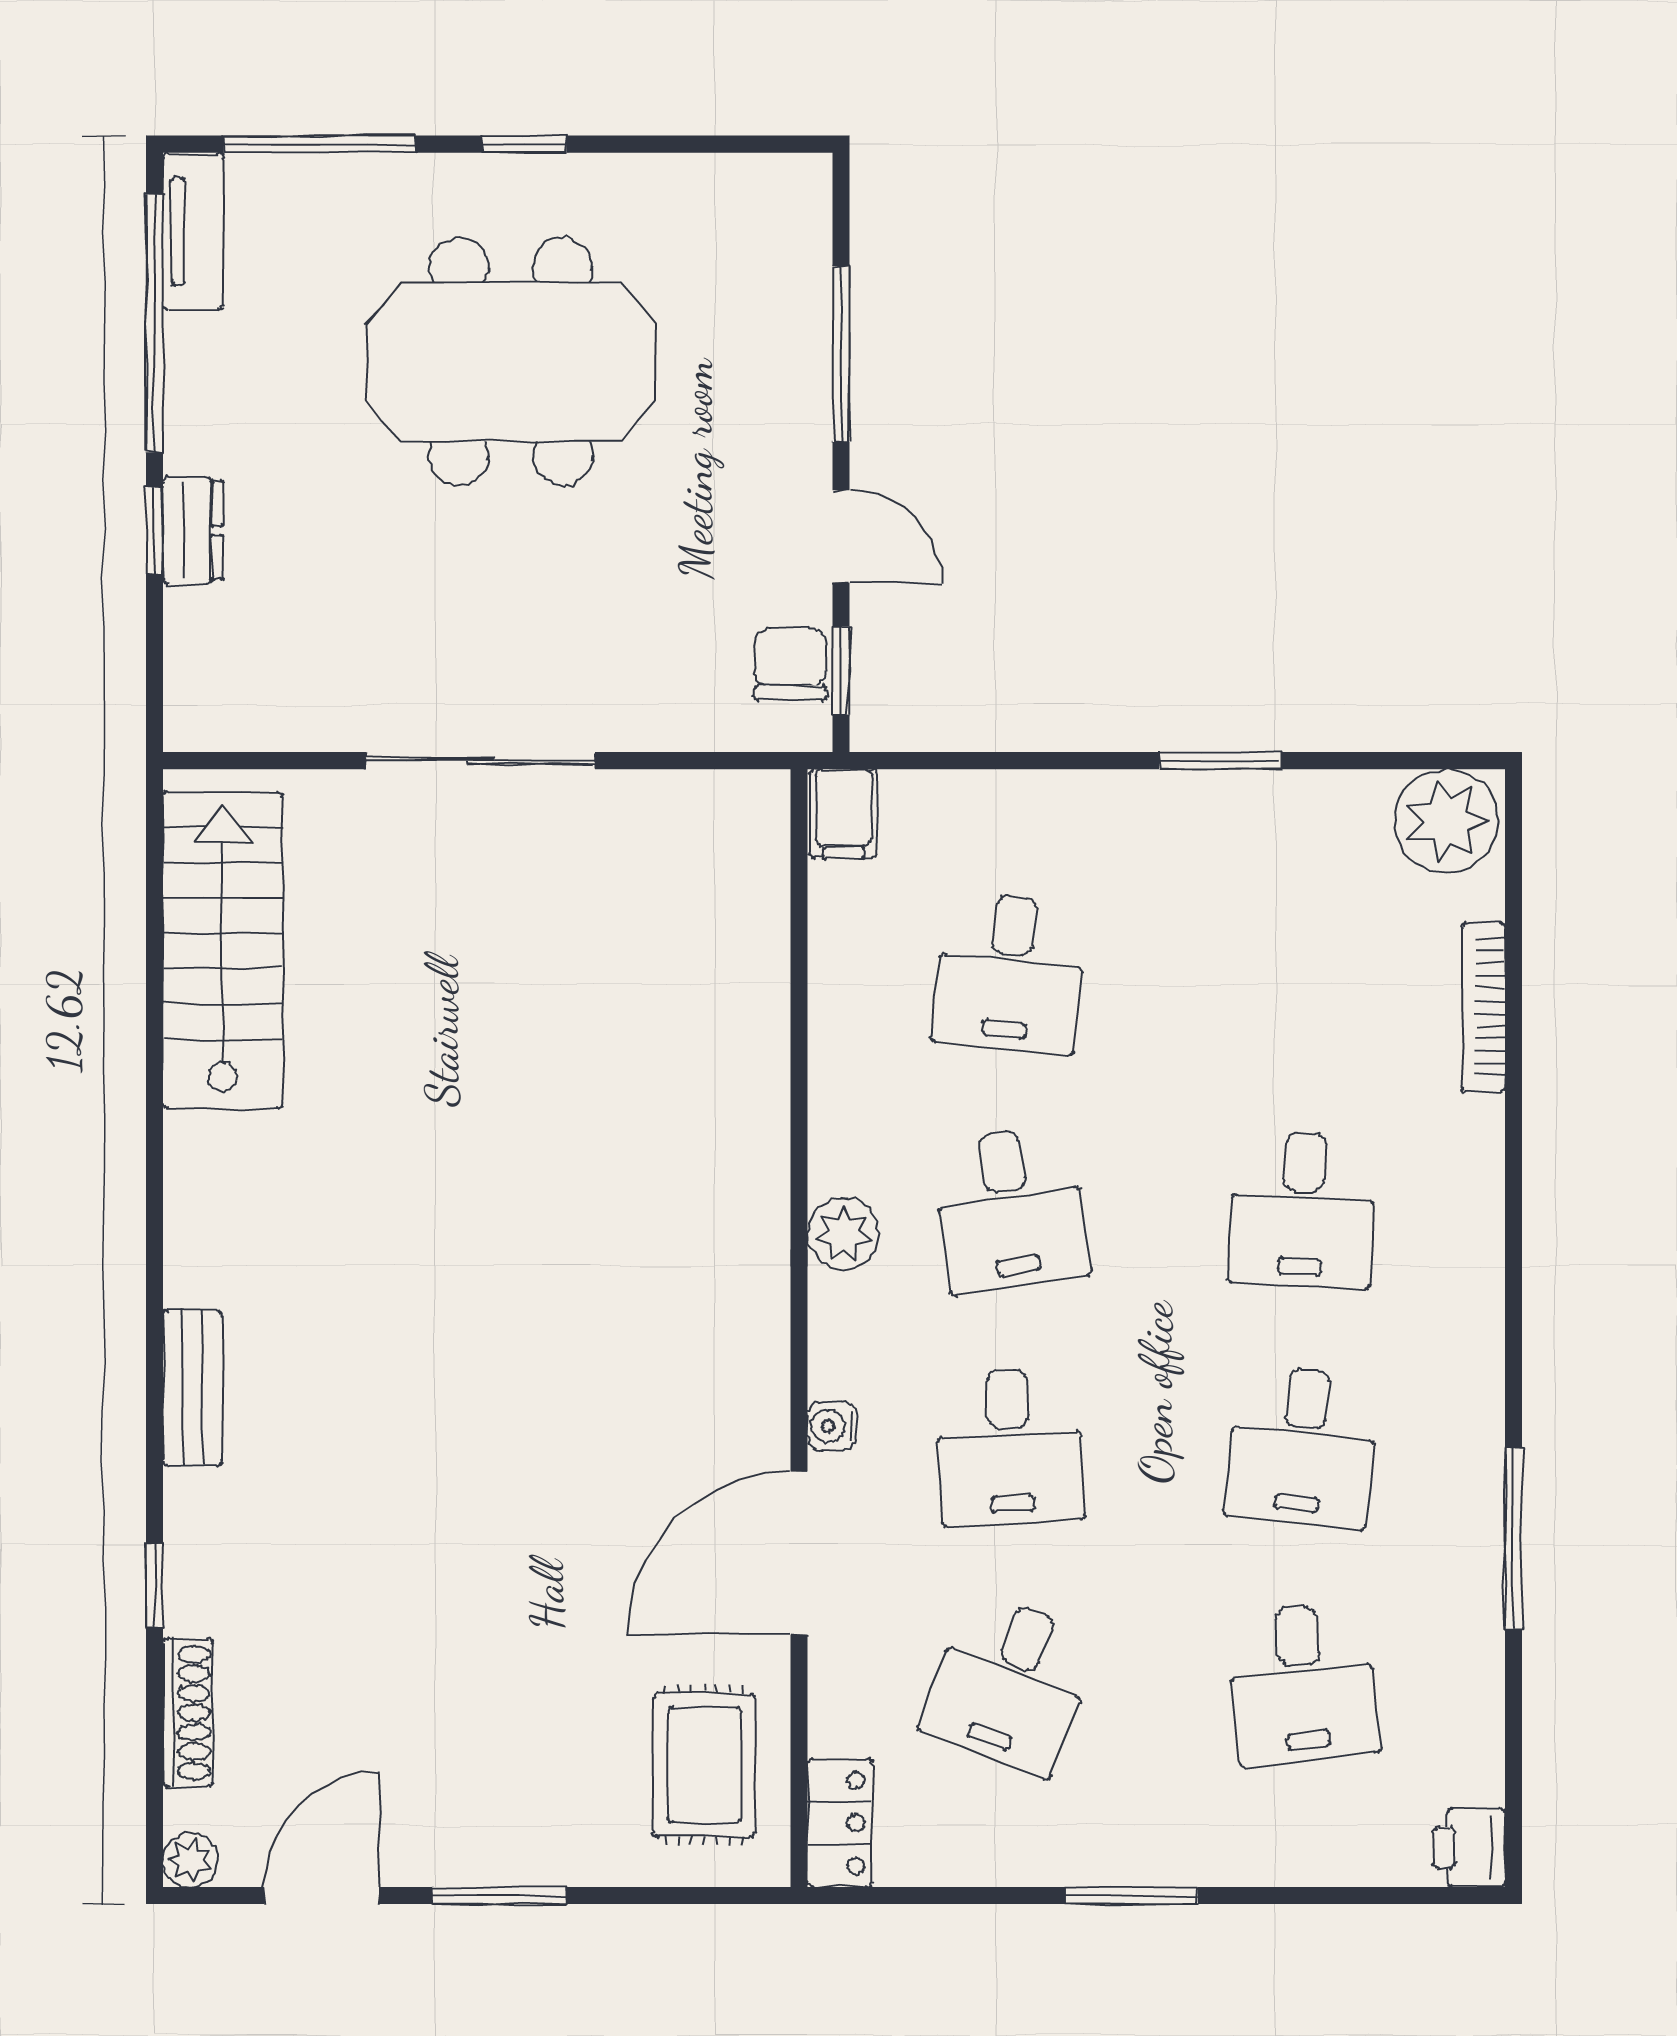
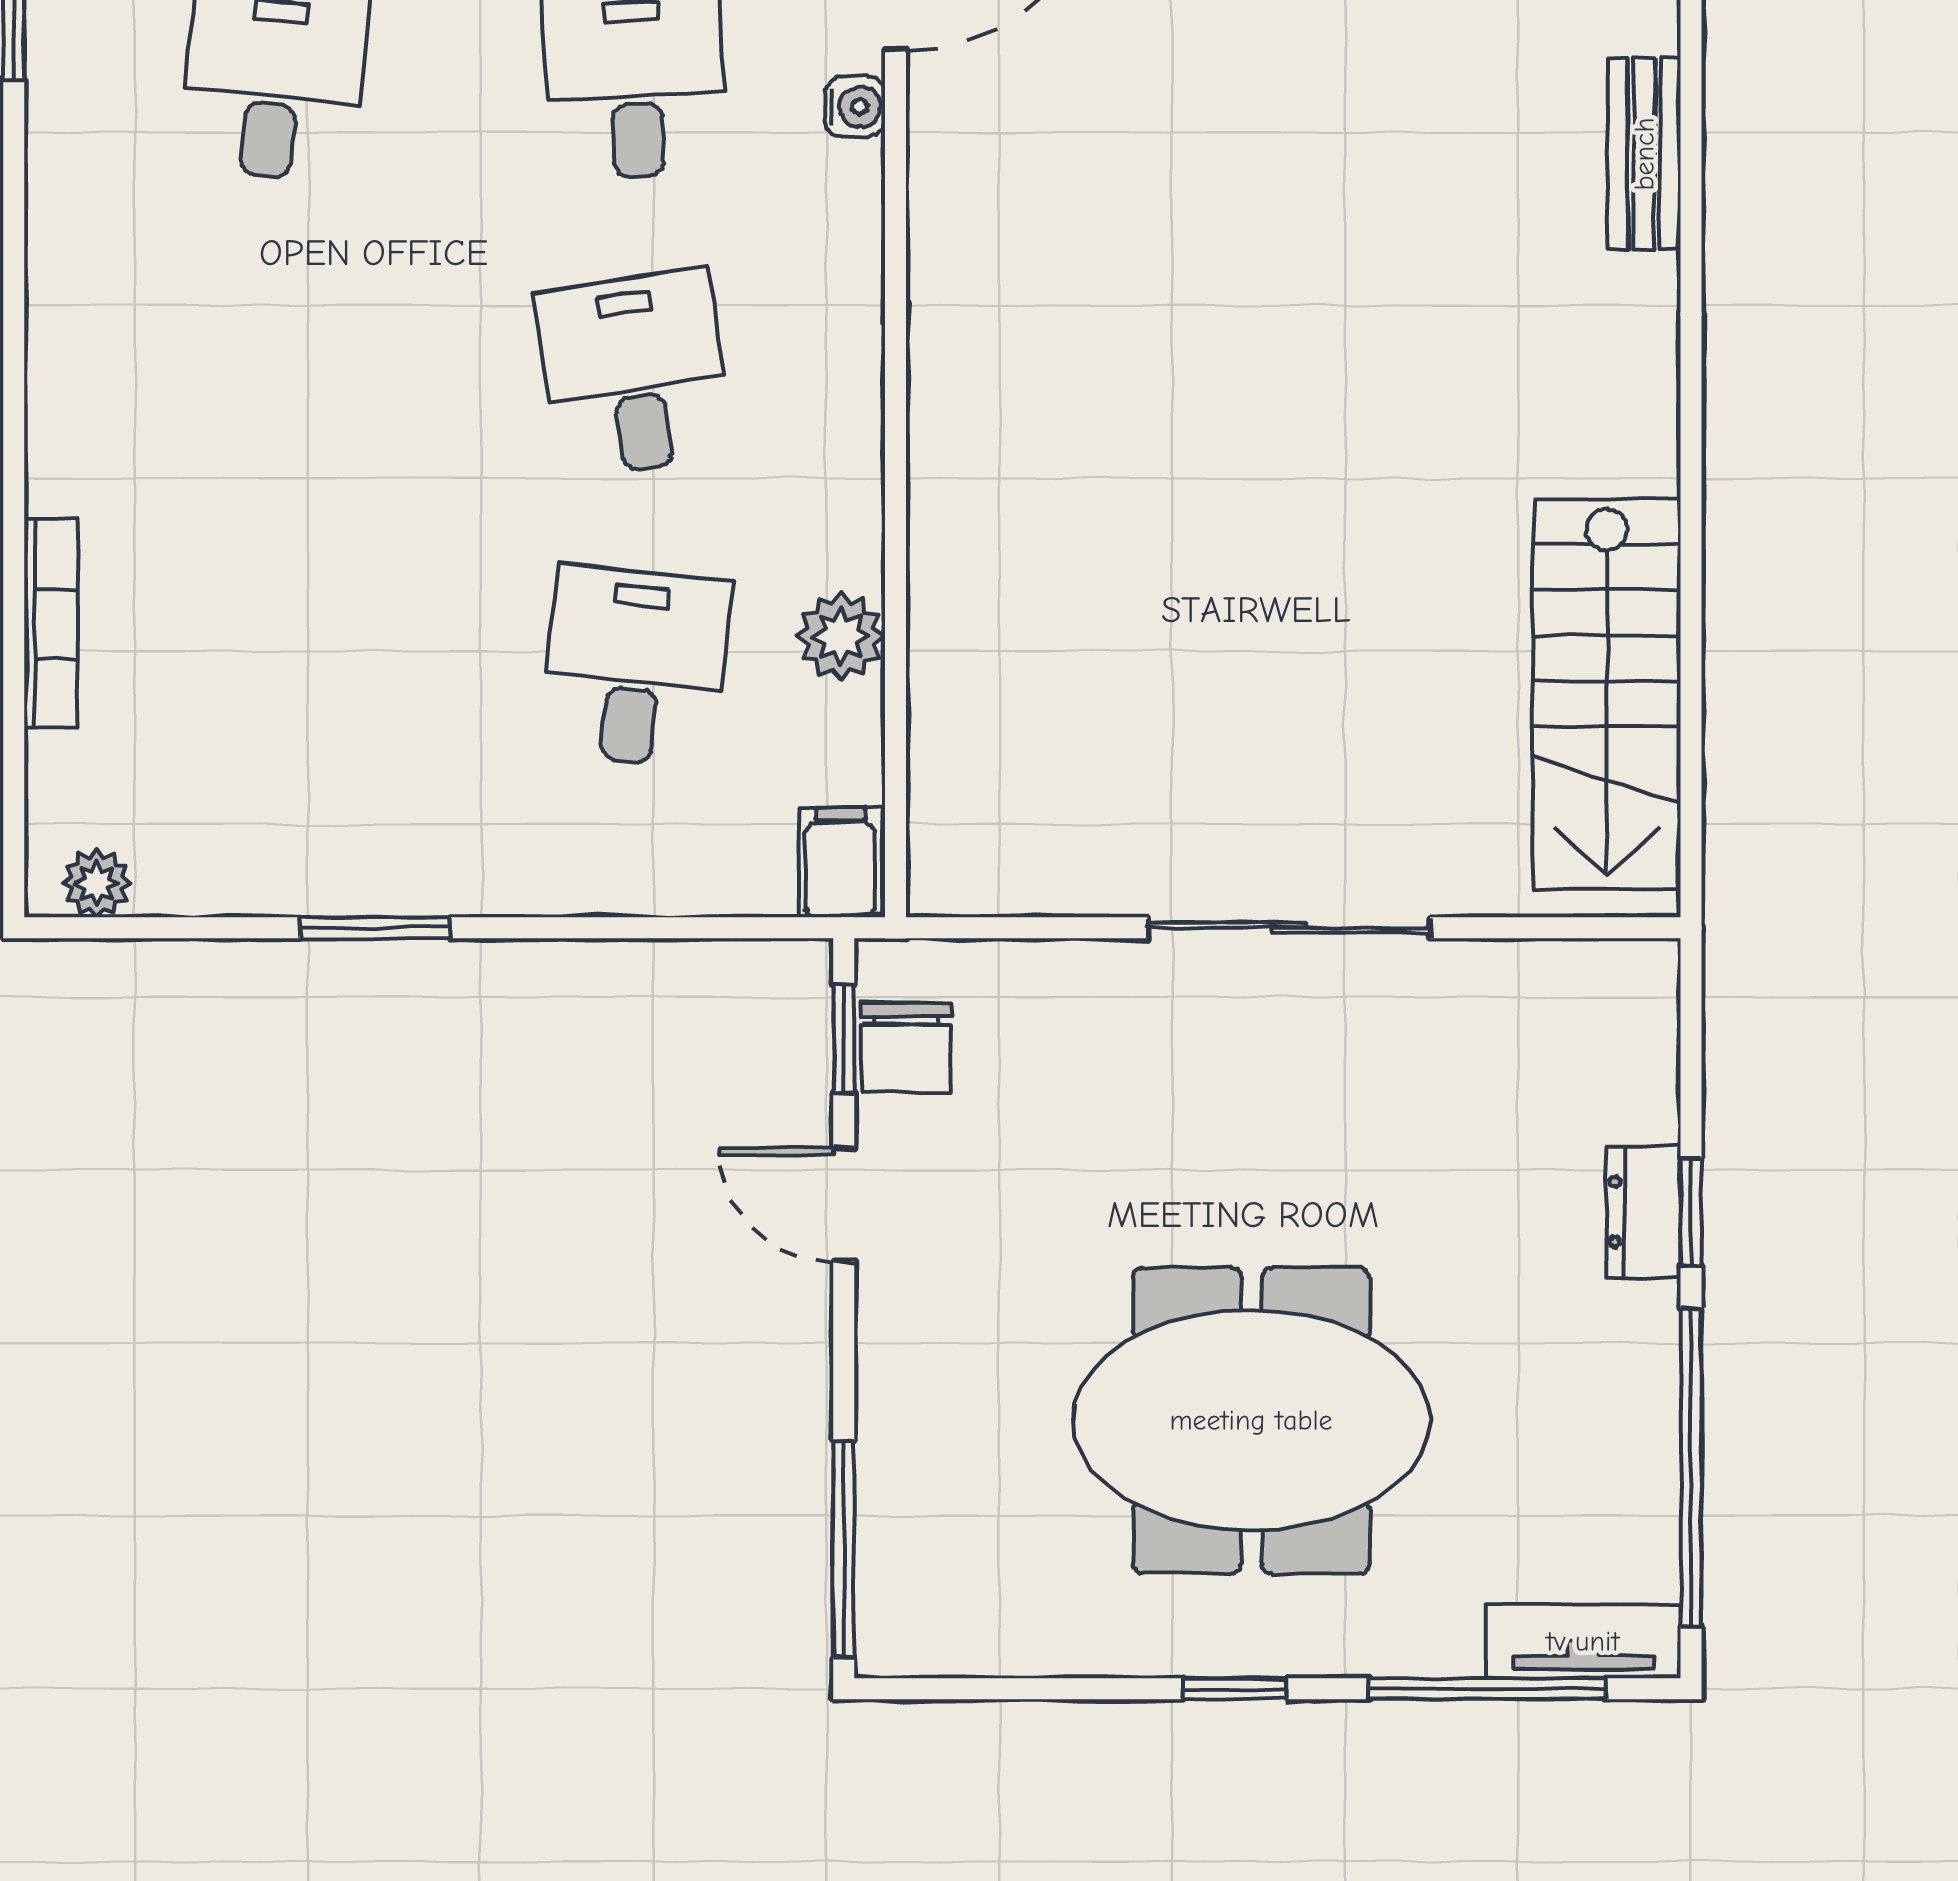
tv unit: (193, 231) -> (1583, 1641), moved, turned 90
window: (841, 354) -> (844, 1549), moved
plant: (1446, 821) -> (97, 883), width x0.53, depth x0.53
desk: (1303, 1210) -> (274, 374), removed
plant: (843, 1234) -> (841, 636), moved

